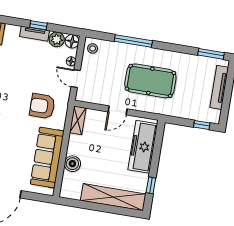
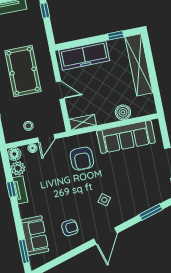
stool: (93, 48) -> (28, 126), moved

